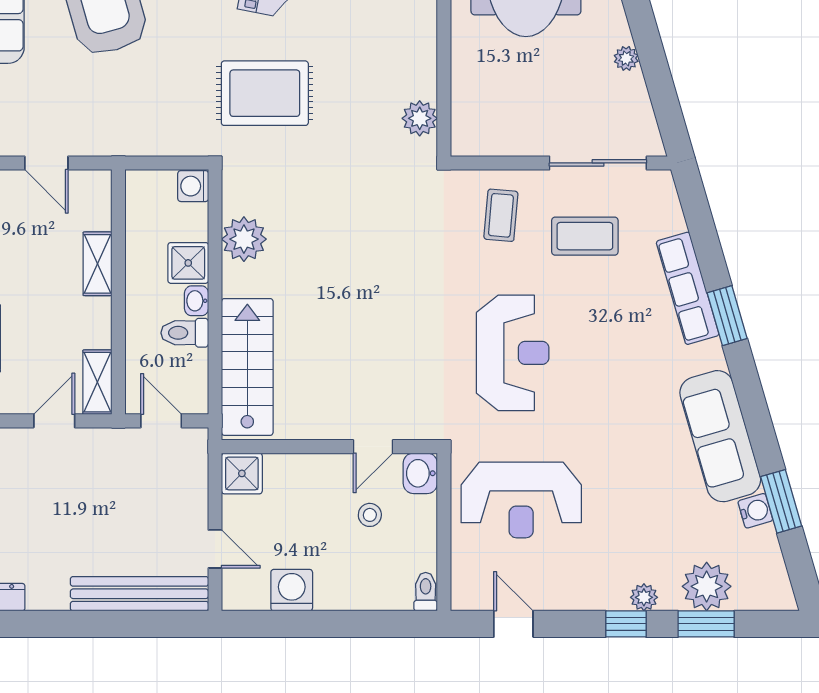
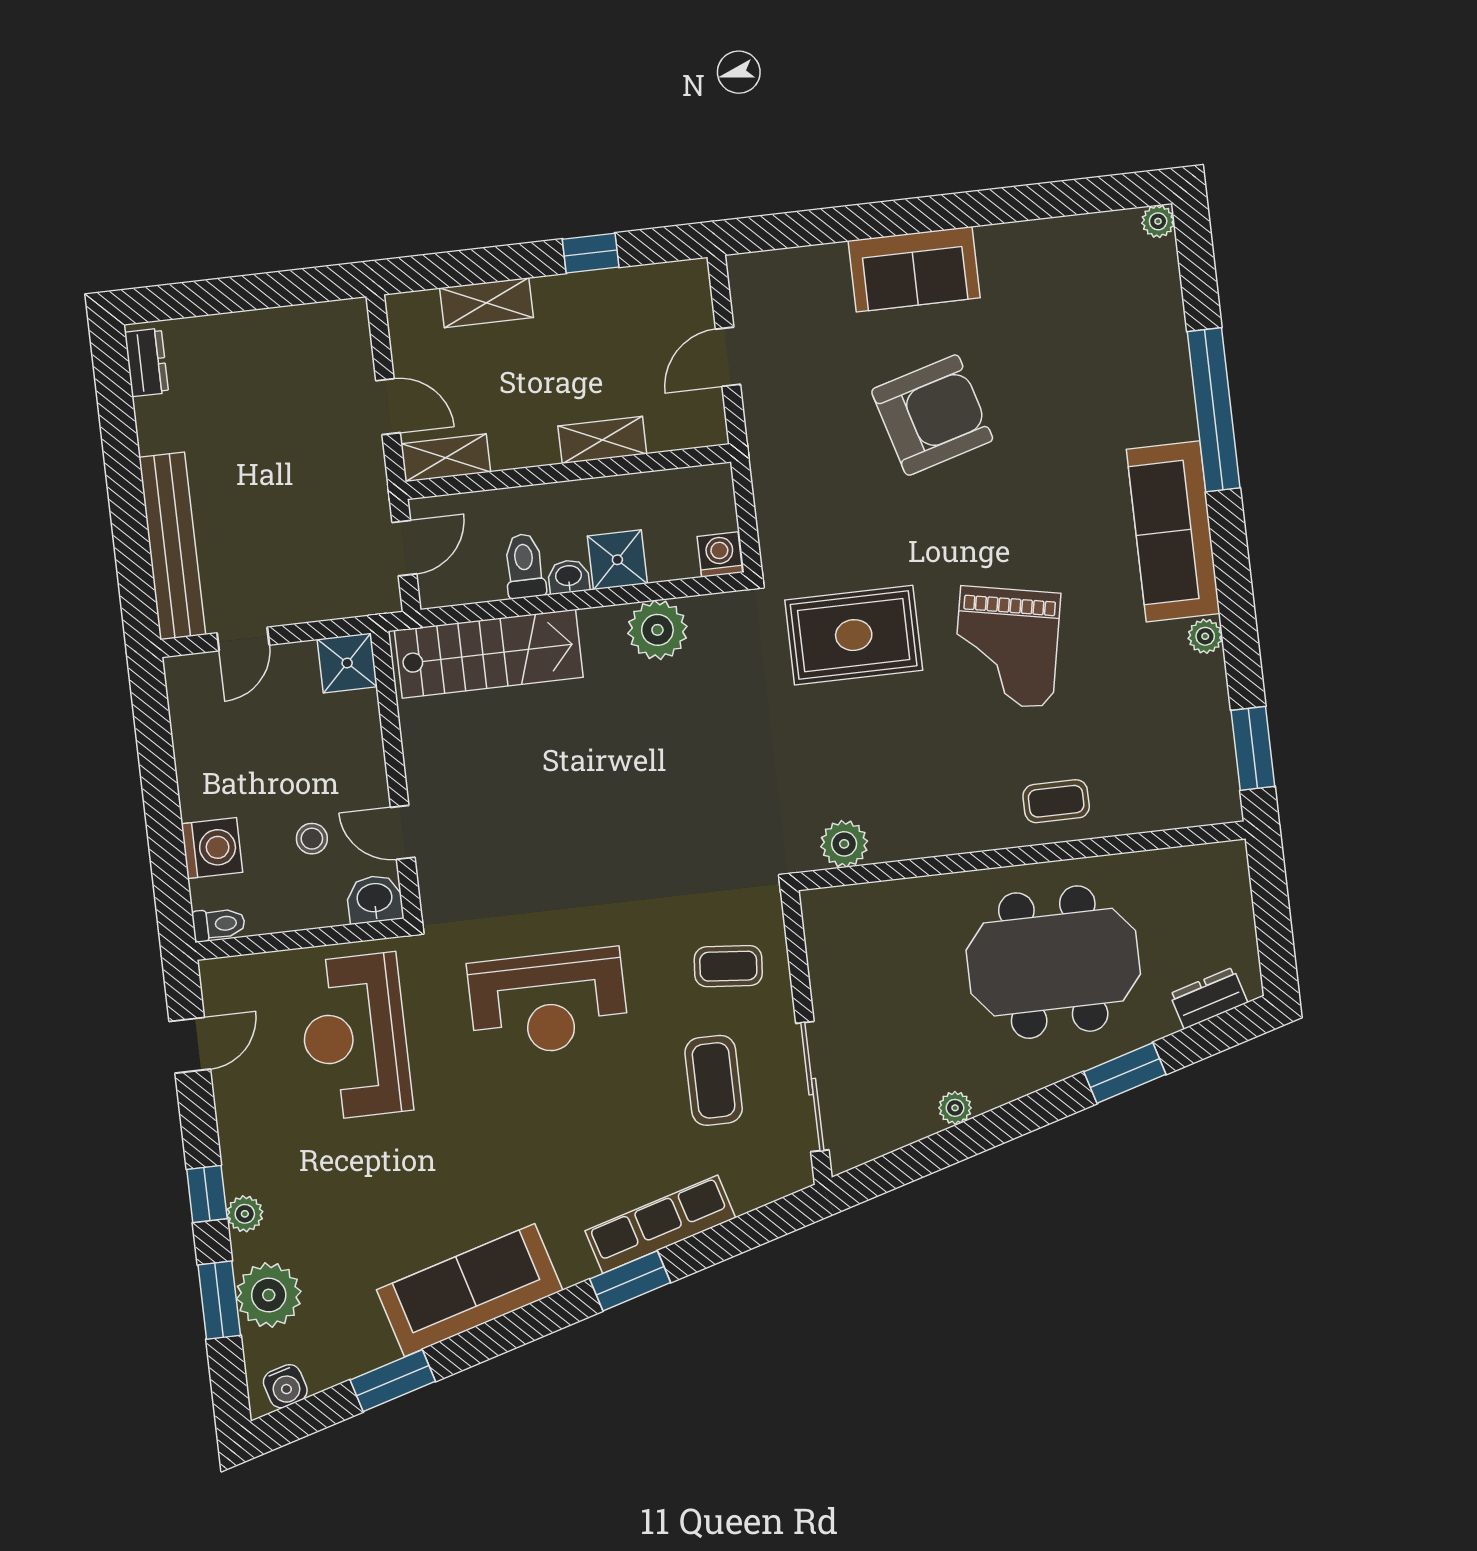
rug: (265, 93) -> (854, 635), turned 90
water cooler: (755, 511) -> (285, 1386), moved
washing machine: (292, 590) -> (212, 848), moved

